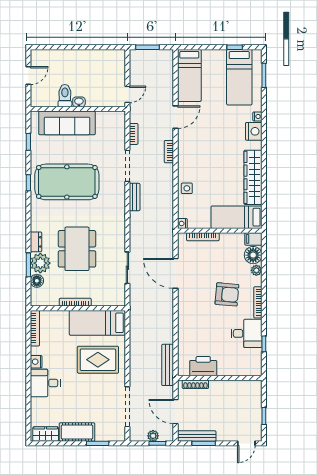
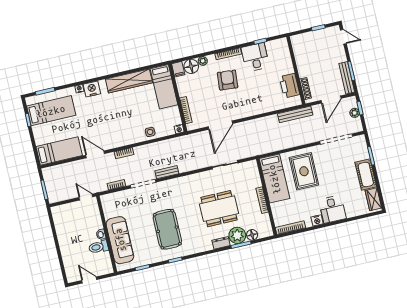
pool table: (67, 182) -> (167, 229), width x0.73, depth x0.76

